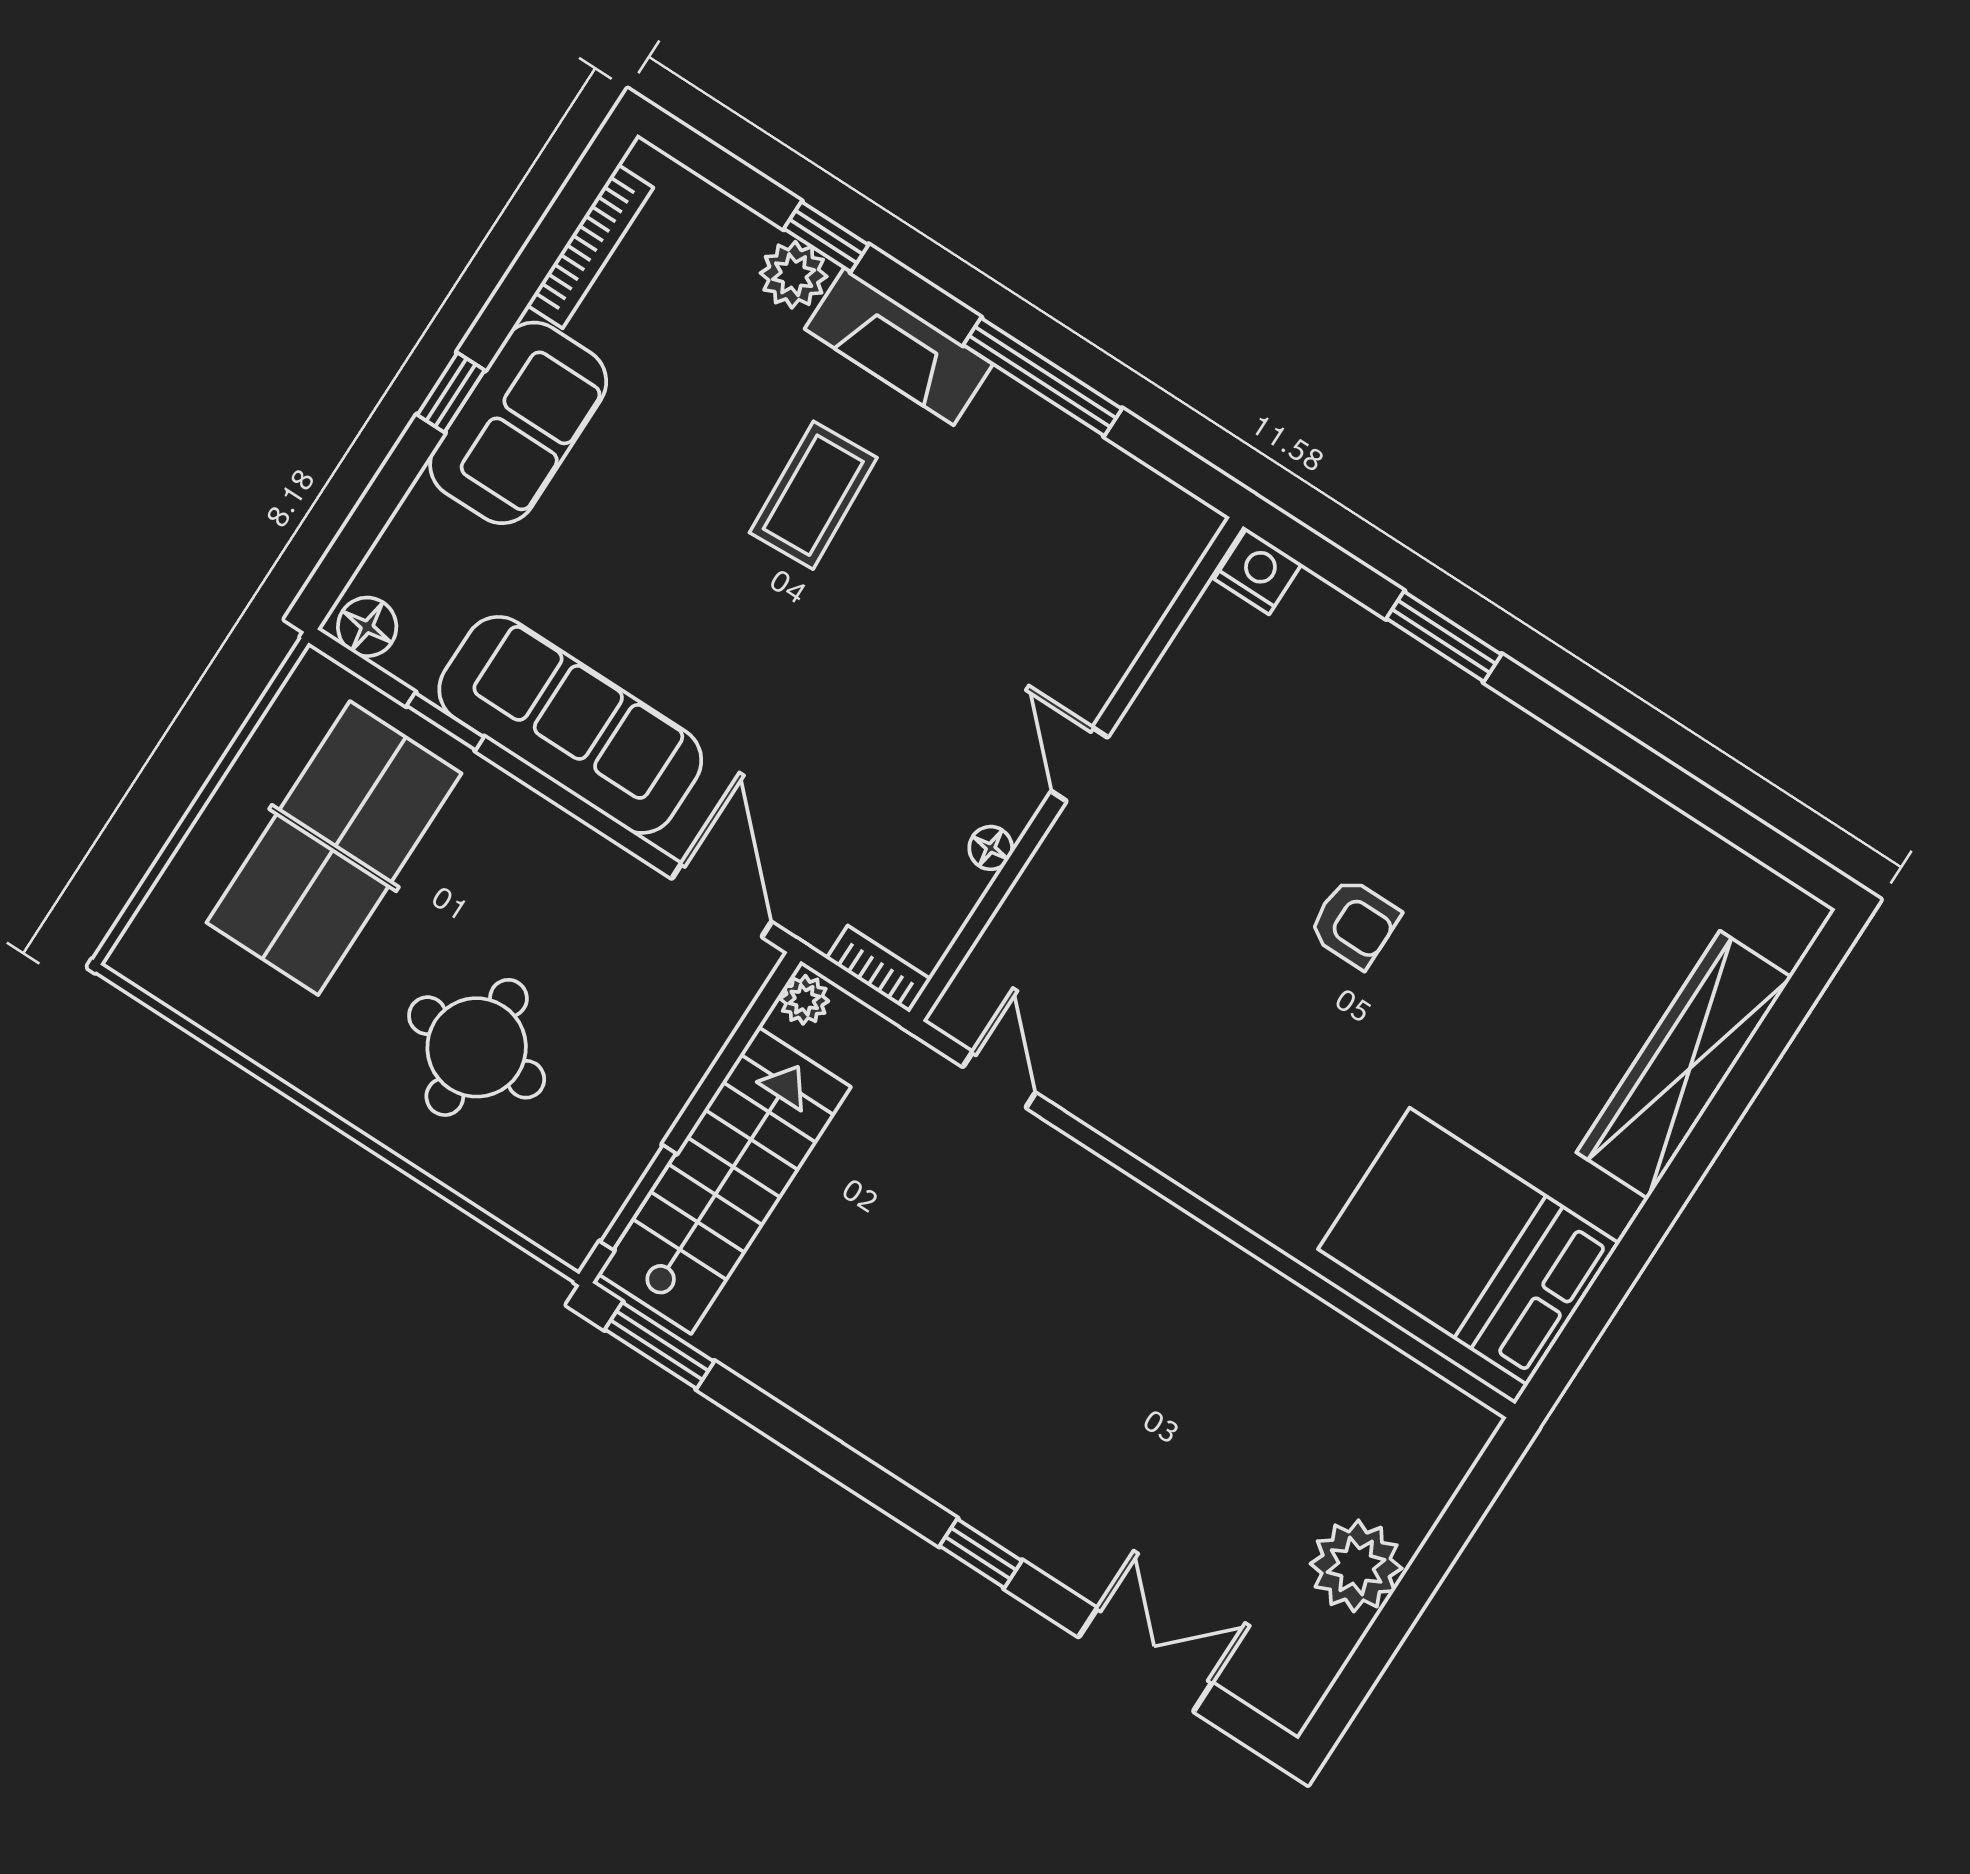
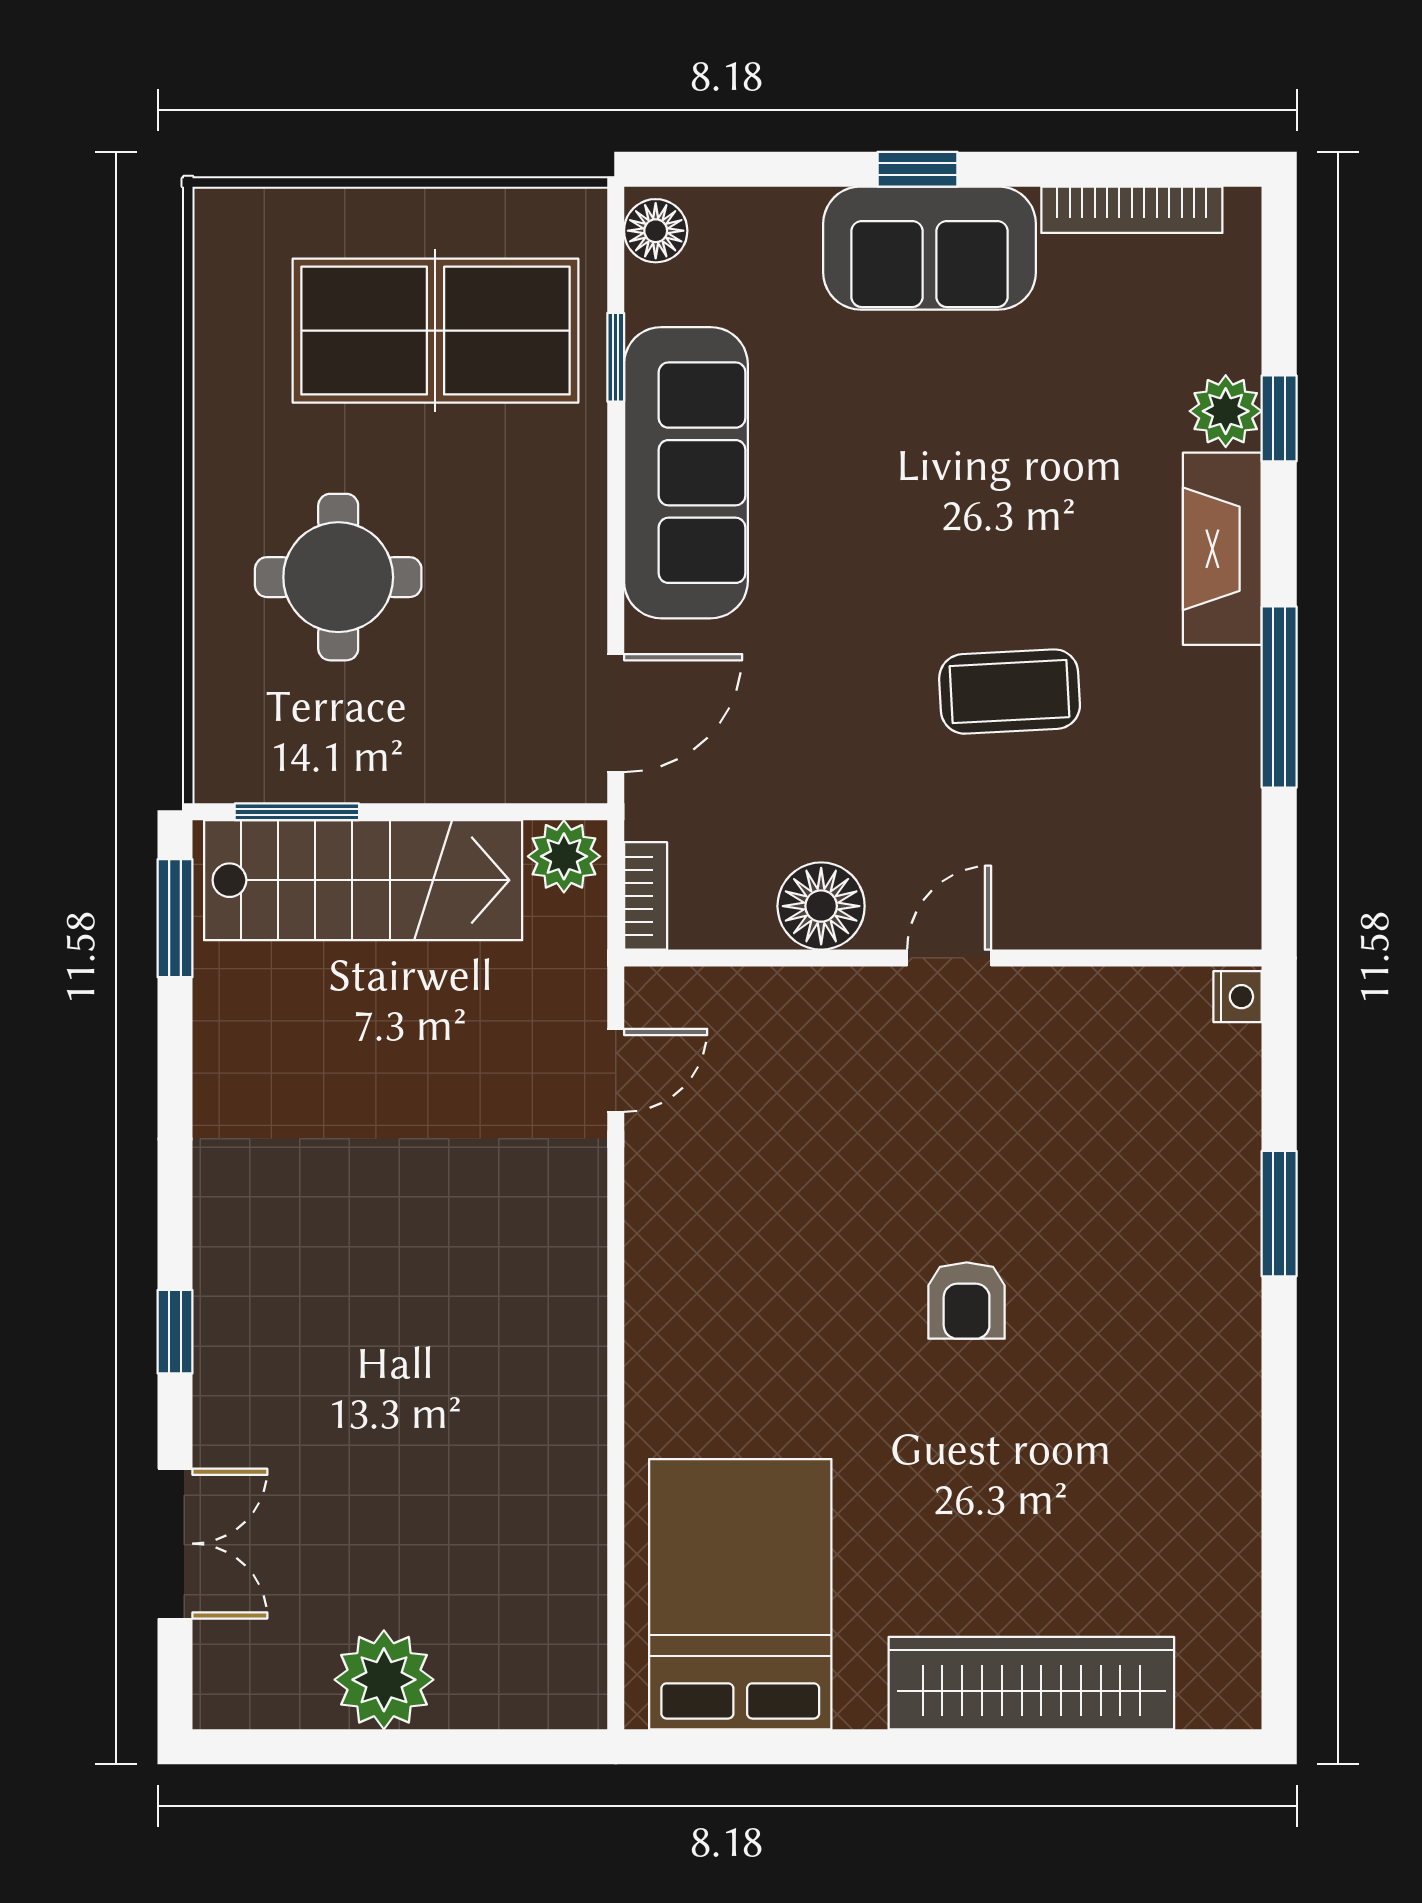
coffee table: (813, 495) -> (1010, 692), moved
nightstand: (1258, 571) -> (1238, 997), width x0.72, depth x0.74
floor lamp: (991, 848) -> (821, 906), width x1.89, depth x1.89
plant: (804, 1000) -> (564, 856), width x1.38, depth x1.38

